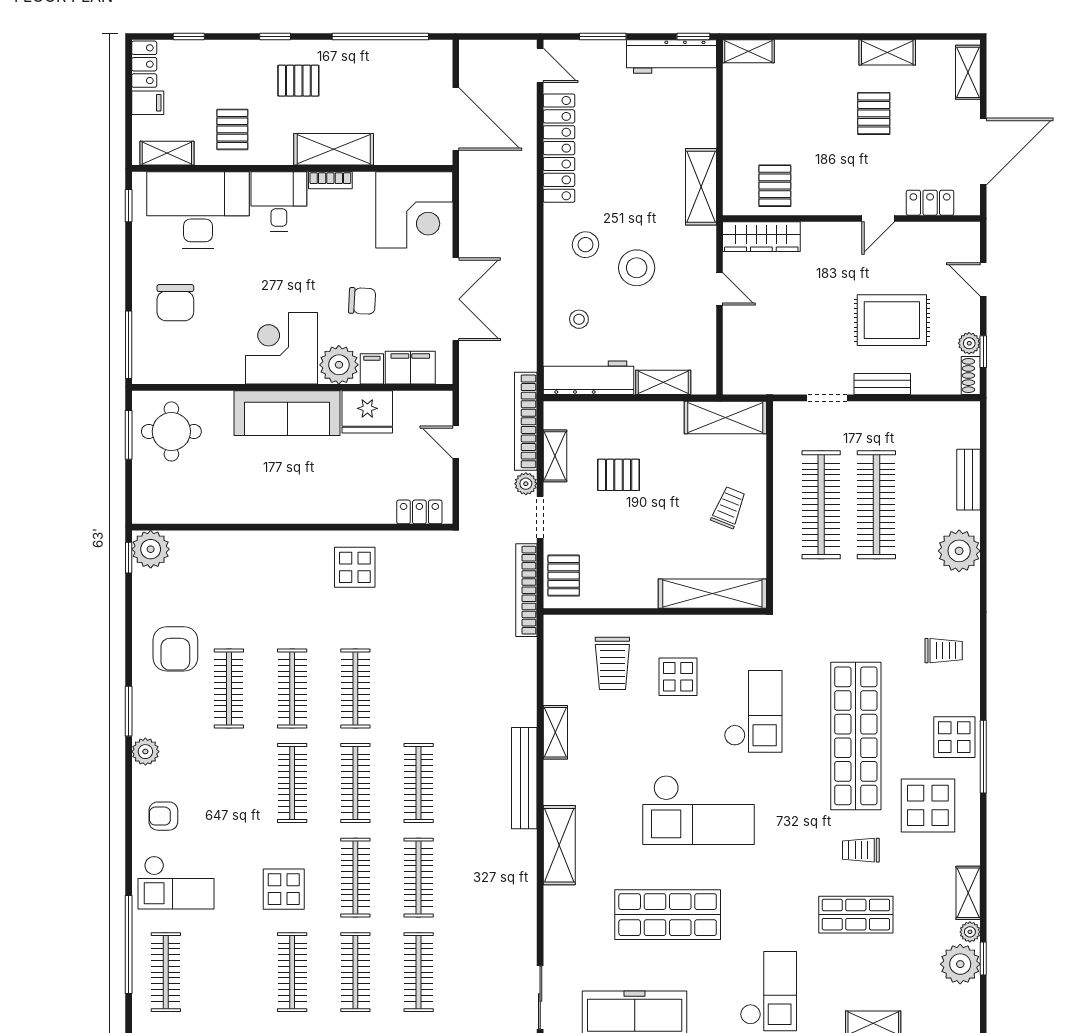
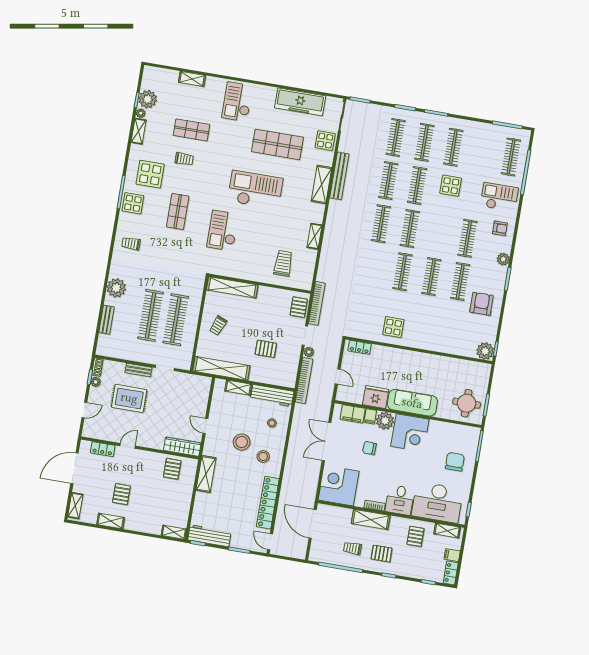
trolley: (362, 81) -> (352, 548), added
door: (983, 279) -> (84, 410), hinge flipped
shelving: (725, 417) -> (221, 368), width x1.47
shelving: (555, 456) -> (293, 362), removed
display table: (678, 677) -> (325, 141), moved
shop shelf: (856, 736) -> (178, 211), width x0.50, depth x0.74
bench: (524, 778) -> (339, 176), moved
clothes rail: (292, 783) -> (467, 238), moved

